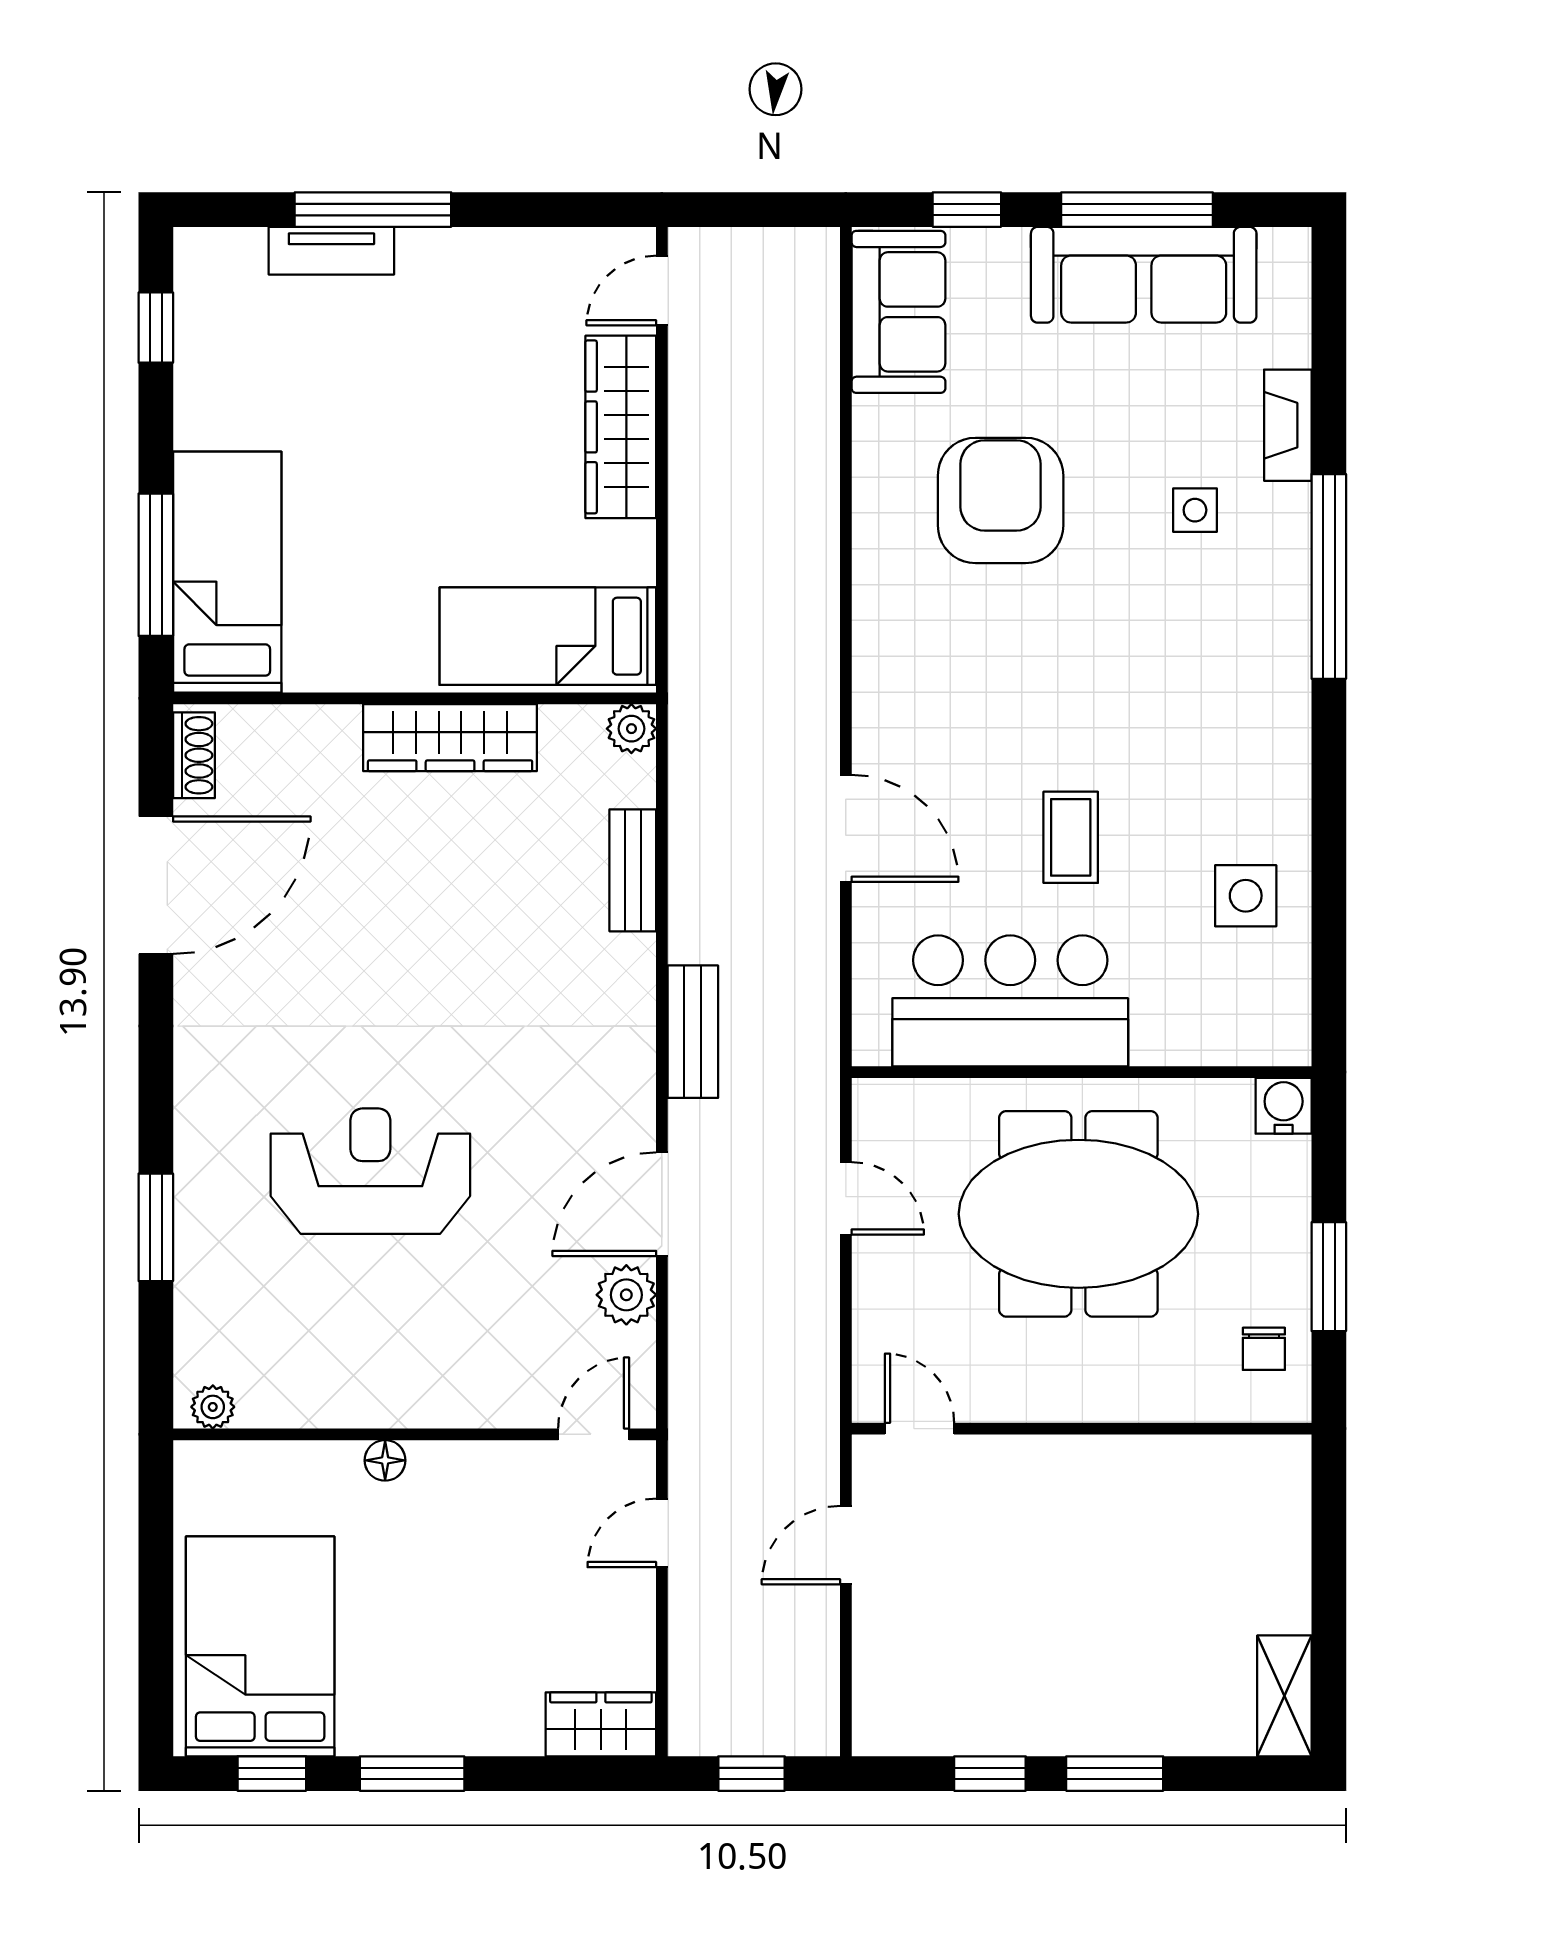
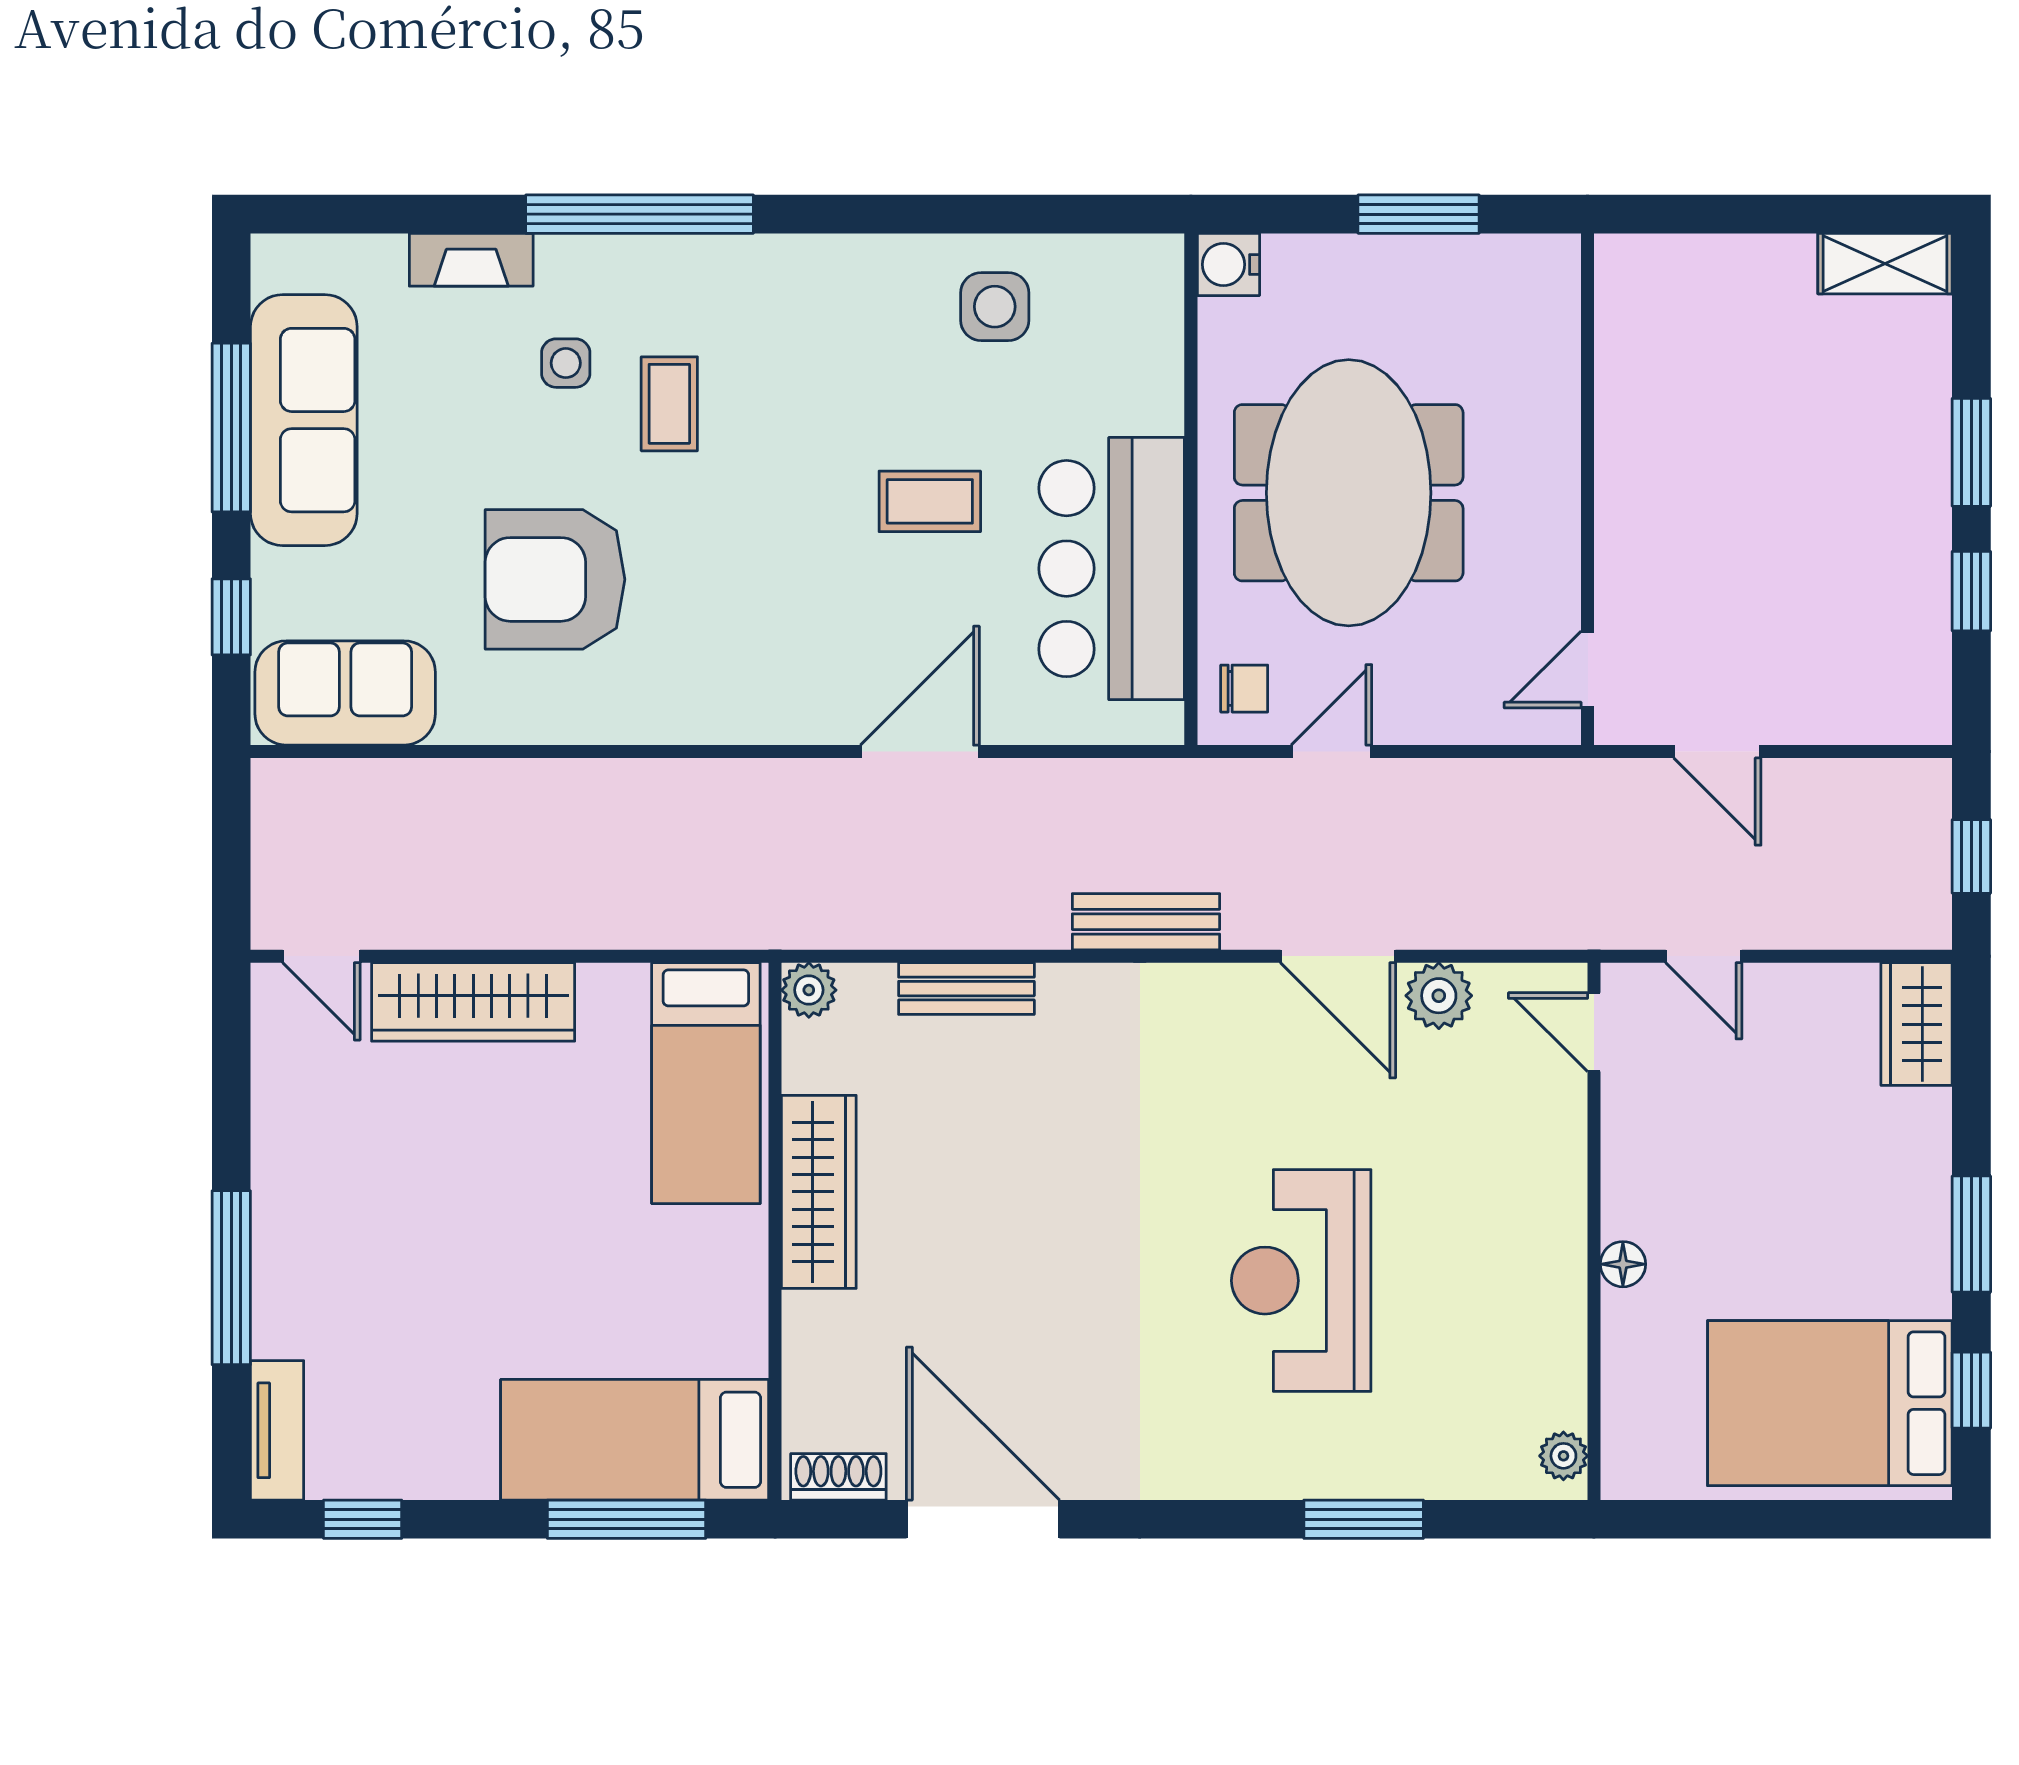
tv unit: (331, 251) -> (277, 1430), moved
coffee table: (1158, 603) -> (669, 404), added
chair: (1264, 1349) -> (1244, 689), moved

